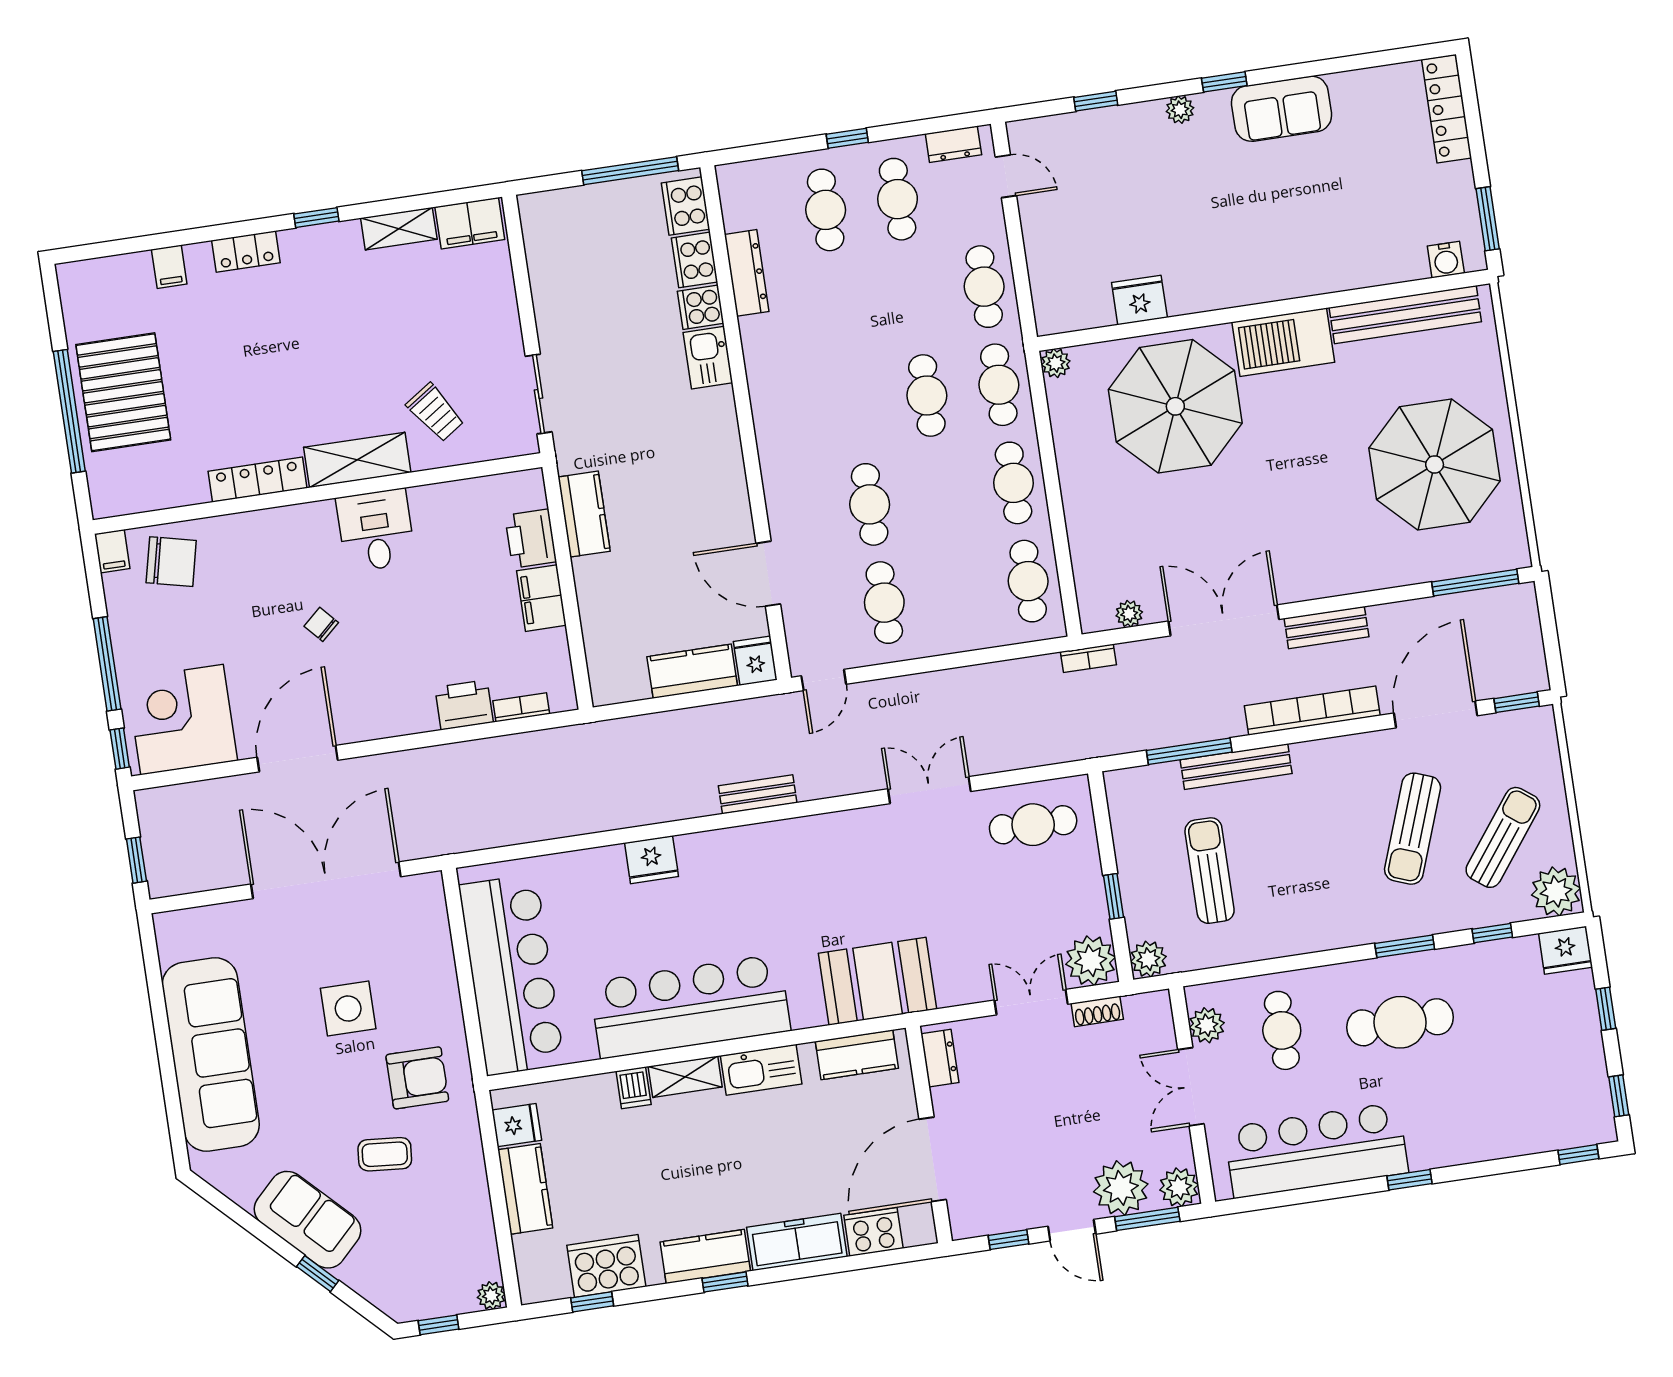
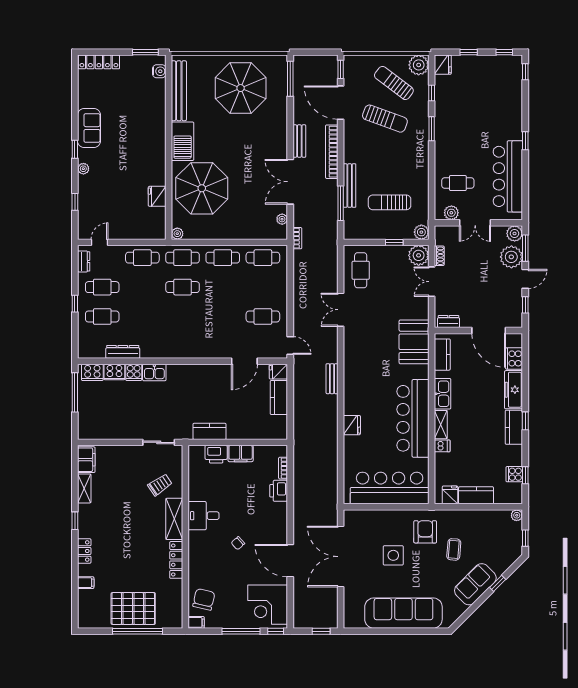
cafe table: (870, 504) -> (223, 317), removed
cafe table: (1400, 1022) -> (462, 135), removed
cooker: (606, 1266) -> (514, 474), width x0.53, depth x0.76

